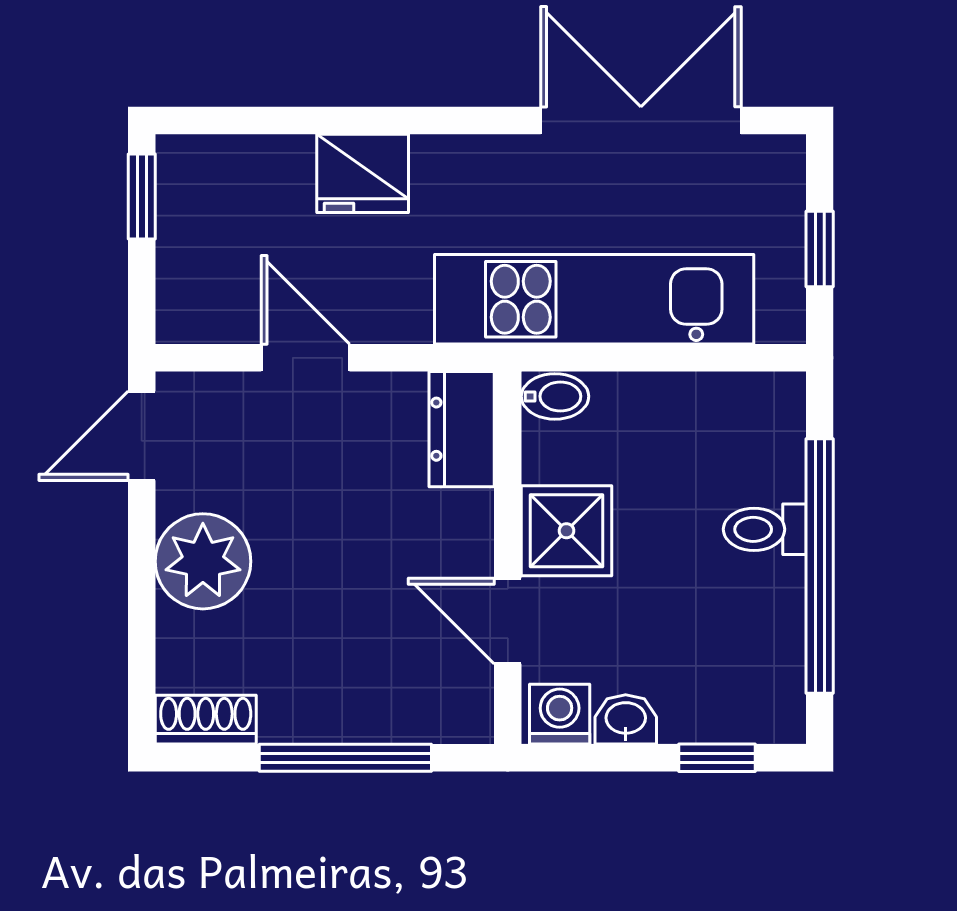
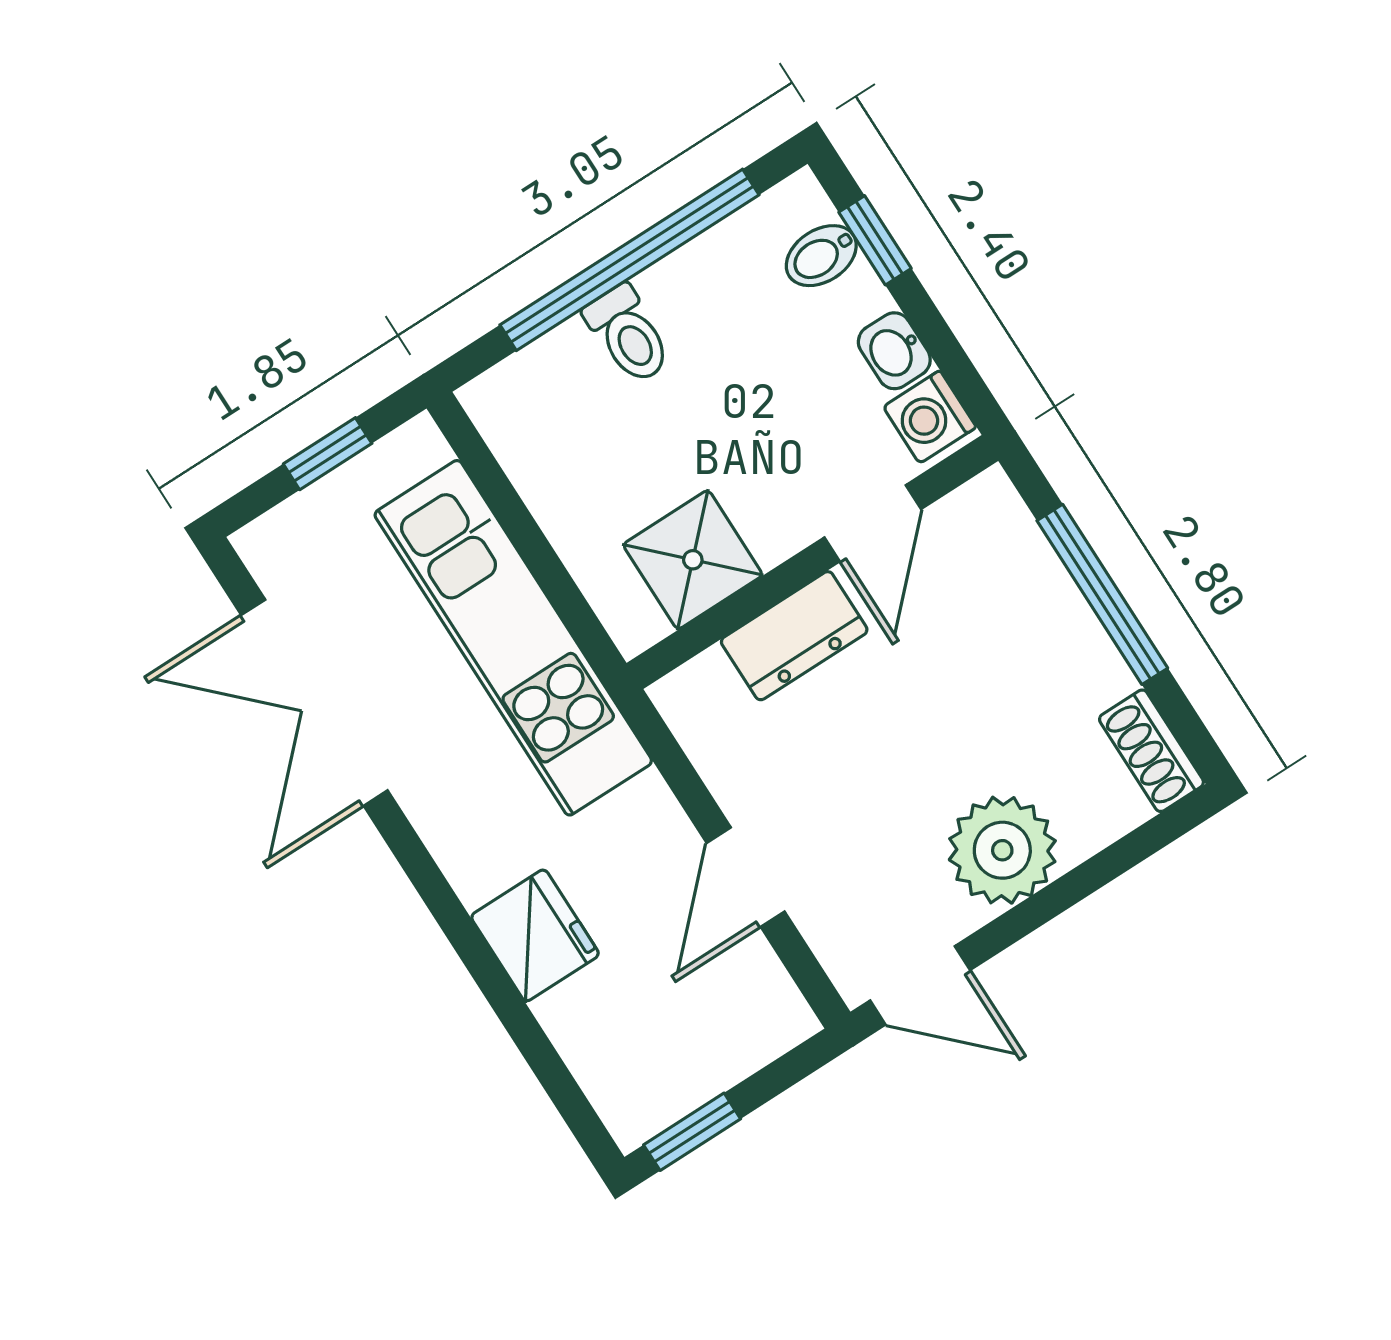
bidet: (555, 396) -> (821, 256), moved, turned -90
dresser: (462, 429) -> (794, 636), moved
shower: (566, 531) -> (693, 560), moved

